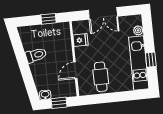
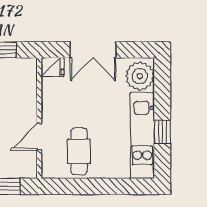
plant: (138, 30) -> (140, 76), width x1.88, depth x1.88
fridge: (81, 40) -> (53, 67), moved

